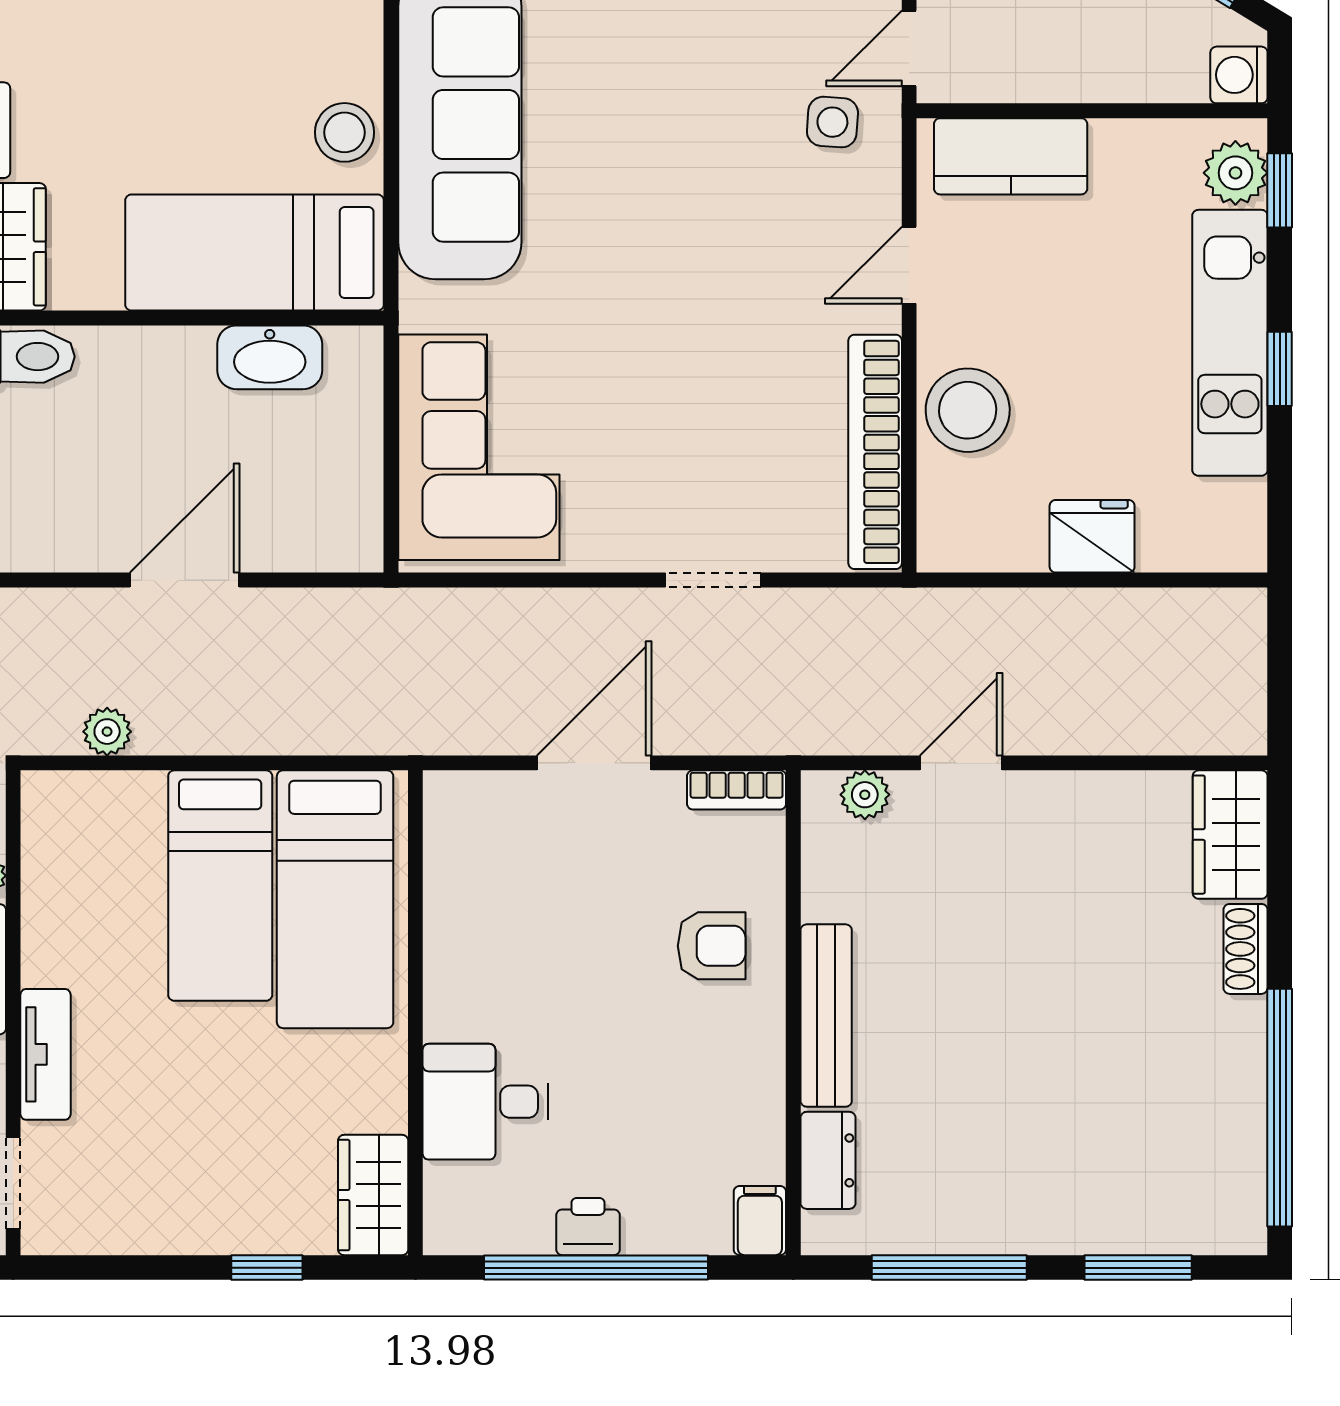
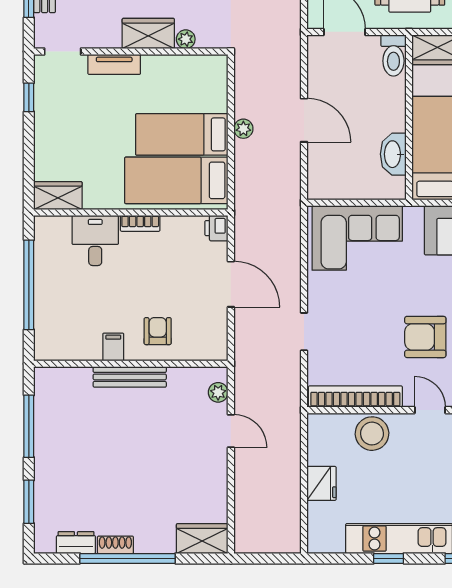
armchair: (726, 277) -> (425, 337), added
plant: (107, 732) -> (243, 129), moved
bookcase: (737, 790) -> (140, 223), moved, turned -90
armchair: (712, 946) -> (158, 331), turned 180
shoe rack: (1246, 949) -> (115, 545), moved
window: (1280, 1108) -> (128, 558), moved
dresser: (828, 1160) -> (76, 543), moved, turned 180
filing cabinet: (760, 1221) -> (113, 347), moved, turned -90
printer: (588, 1227) -> (216, 228), moved, turned 180
window: (267, 1268) -> (29, 97), moved

